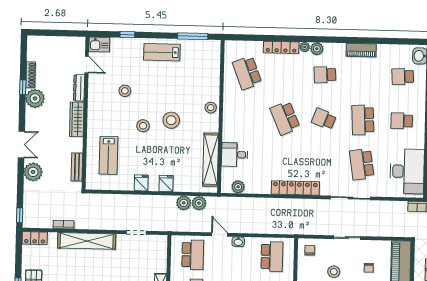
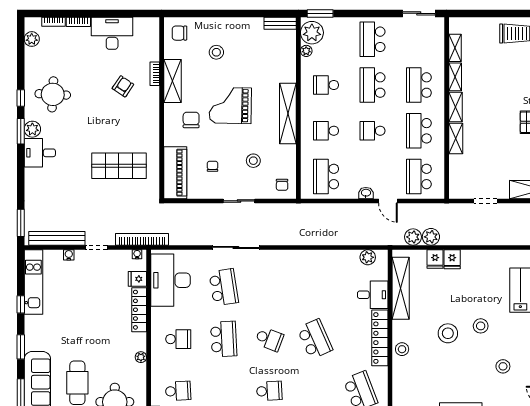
fridge: (141, 183) -> (435, 259), moved
locker: (295, 188) -> (380, 338), moved, turned 90

